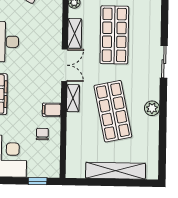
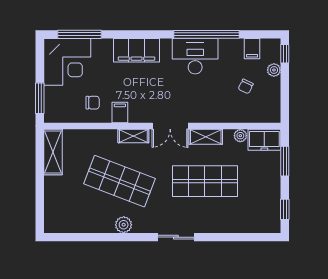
shop shelf: (113, 111) -> (120, 181), turned 33
shelving: (116, 171) -> (53, 152), moved, width x0.68
window: (38, 181) -> (40, 98), width x1.50

